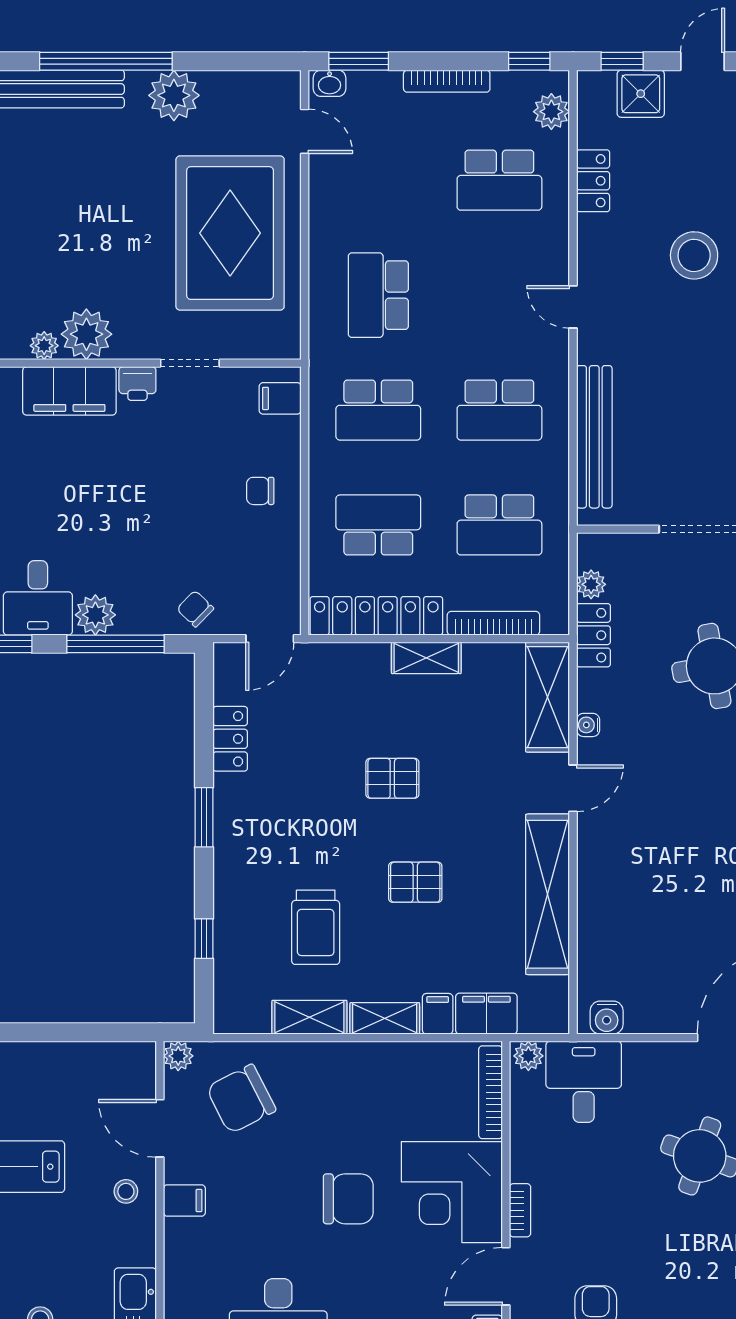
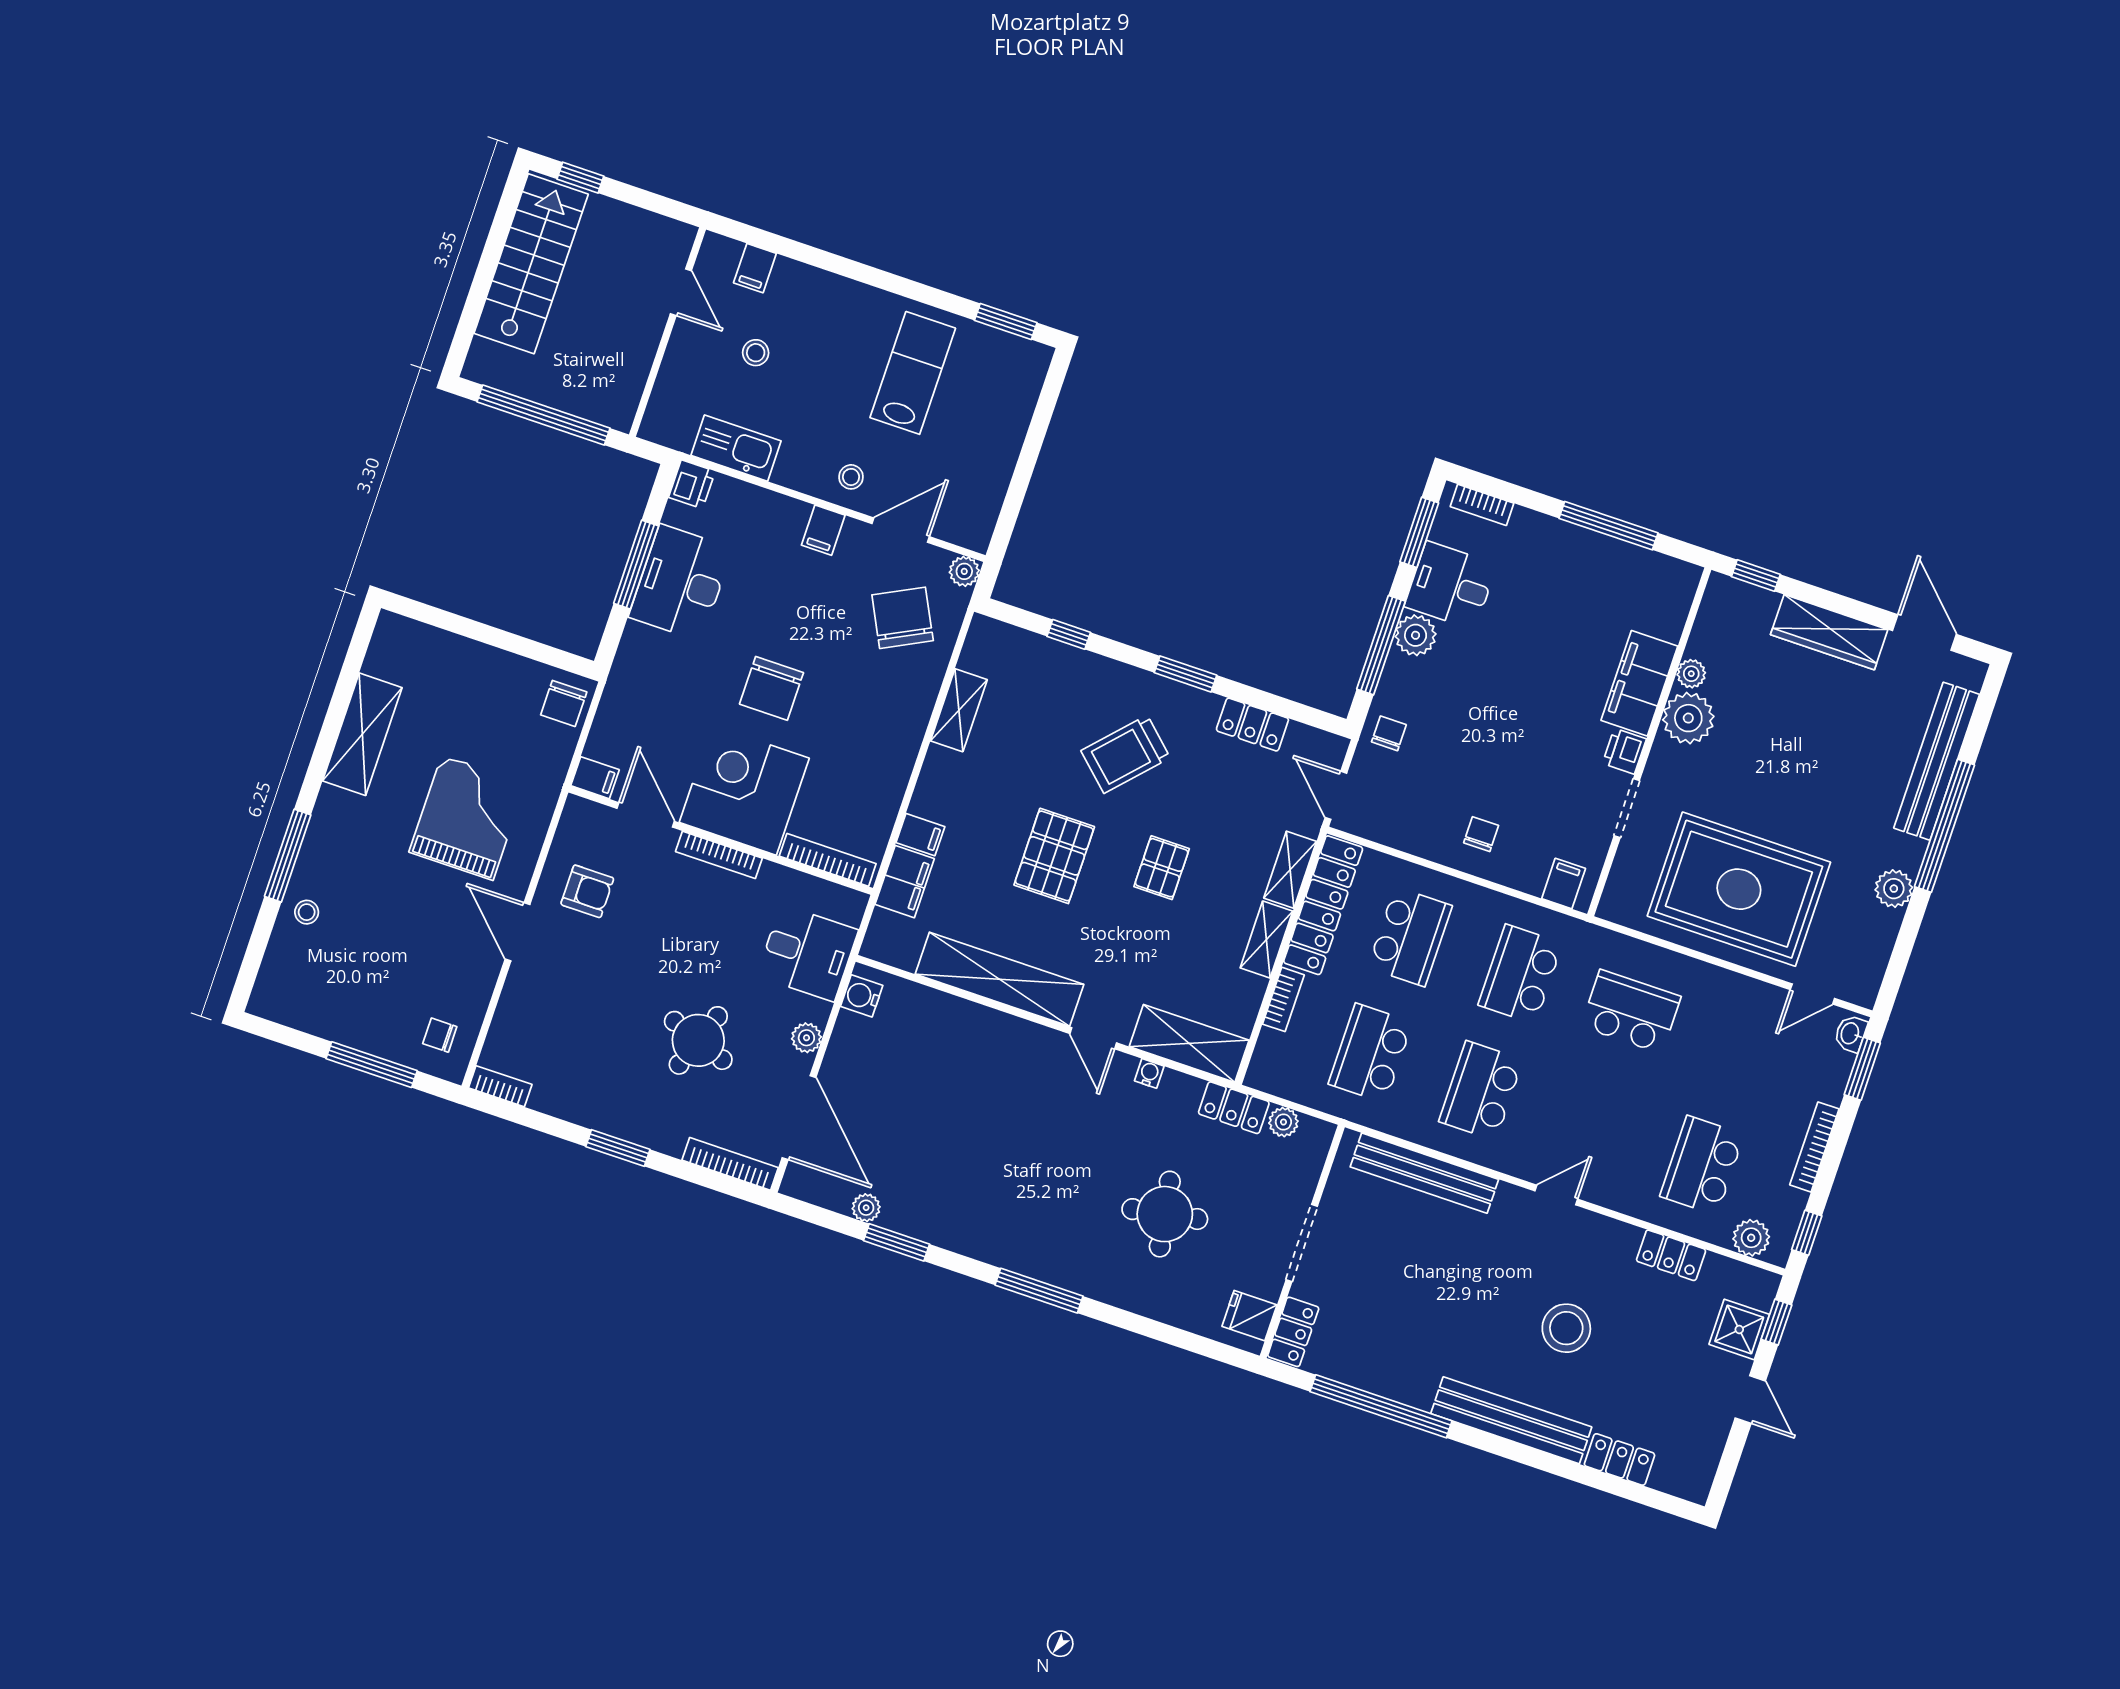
plant: (174, 95) -> (1894, 889), width x0.73, depth x0.73
chair: (195, 609) -> (1389, 733), turned -44
bookcase: (493, 623) -> (1283, 999), width x0.64
pallet: (415, 882) -> (1054, 856), width x1.50, depth x1.42
trolley: (316, 927) -> (1126, 754), moved, turned -47
shelving: (385, 1018) -> (1290, 870), moved
plant: (528, 1056) -> (806, 1038), moved
bookcase: (520, 1210) -> (719, 855), width x1.56

